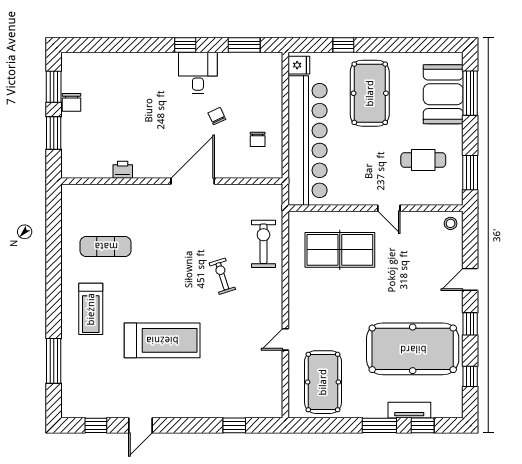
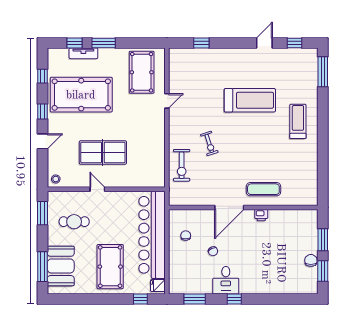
window: (343, 45) -> (140, 299), moved
printer: (123, 170) -> (261, 215), moved
exercise mat: (106, 246) -> (263, 189), moved
table tennis table: (340, 250) -> (103, 152), moved
treadmill: (162, 340) -> (250, 100), turned 180
window: (54, 361) -> (323, 72), moved

